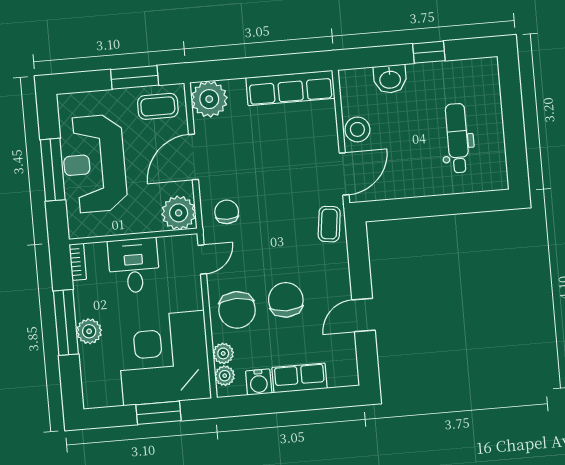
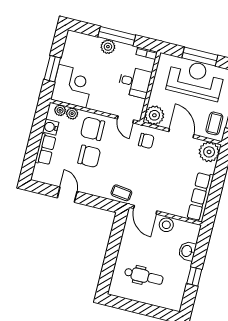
corner desk: (164, 358) -> (72, 86), width x0.74, depth x0.74

